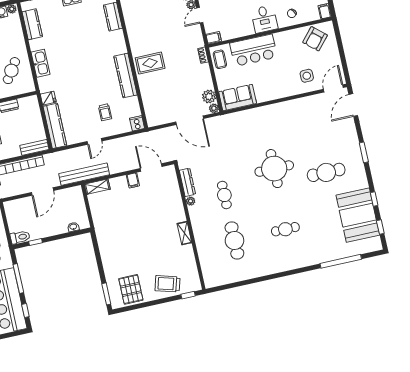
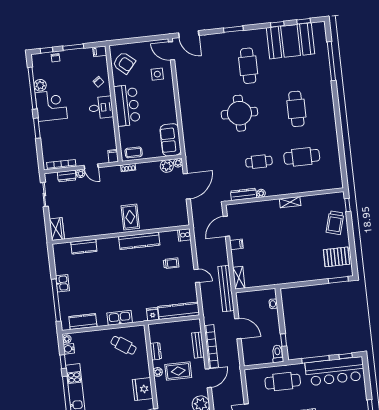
bar counter: (253, 50) -> (127, 105), moved
bench: (34, 147) -> (198, 345), moved
cafe table: (285, 229) -> (296, 109), width x1.37, depth x1.35

